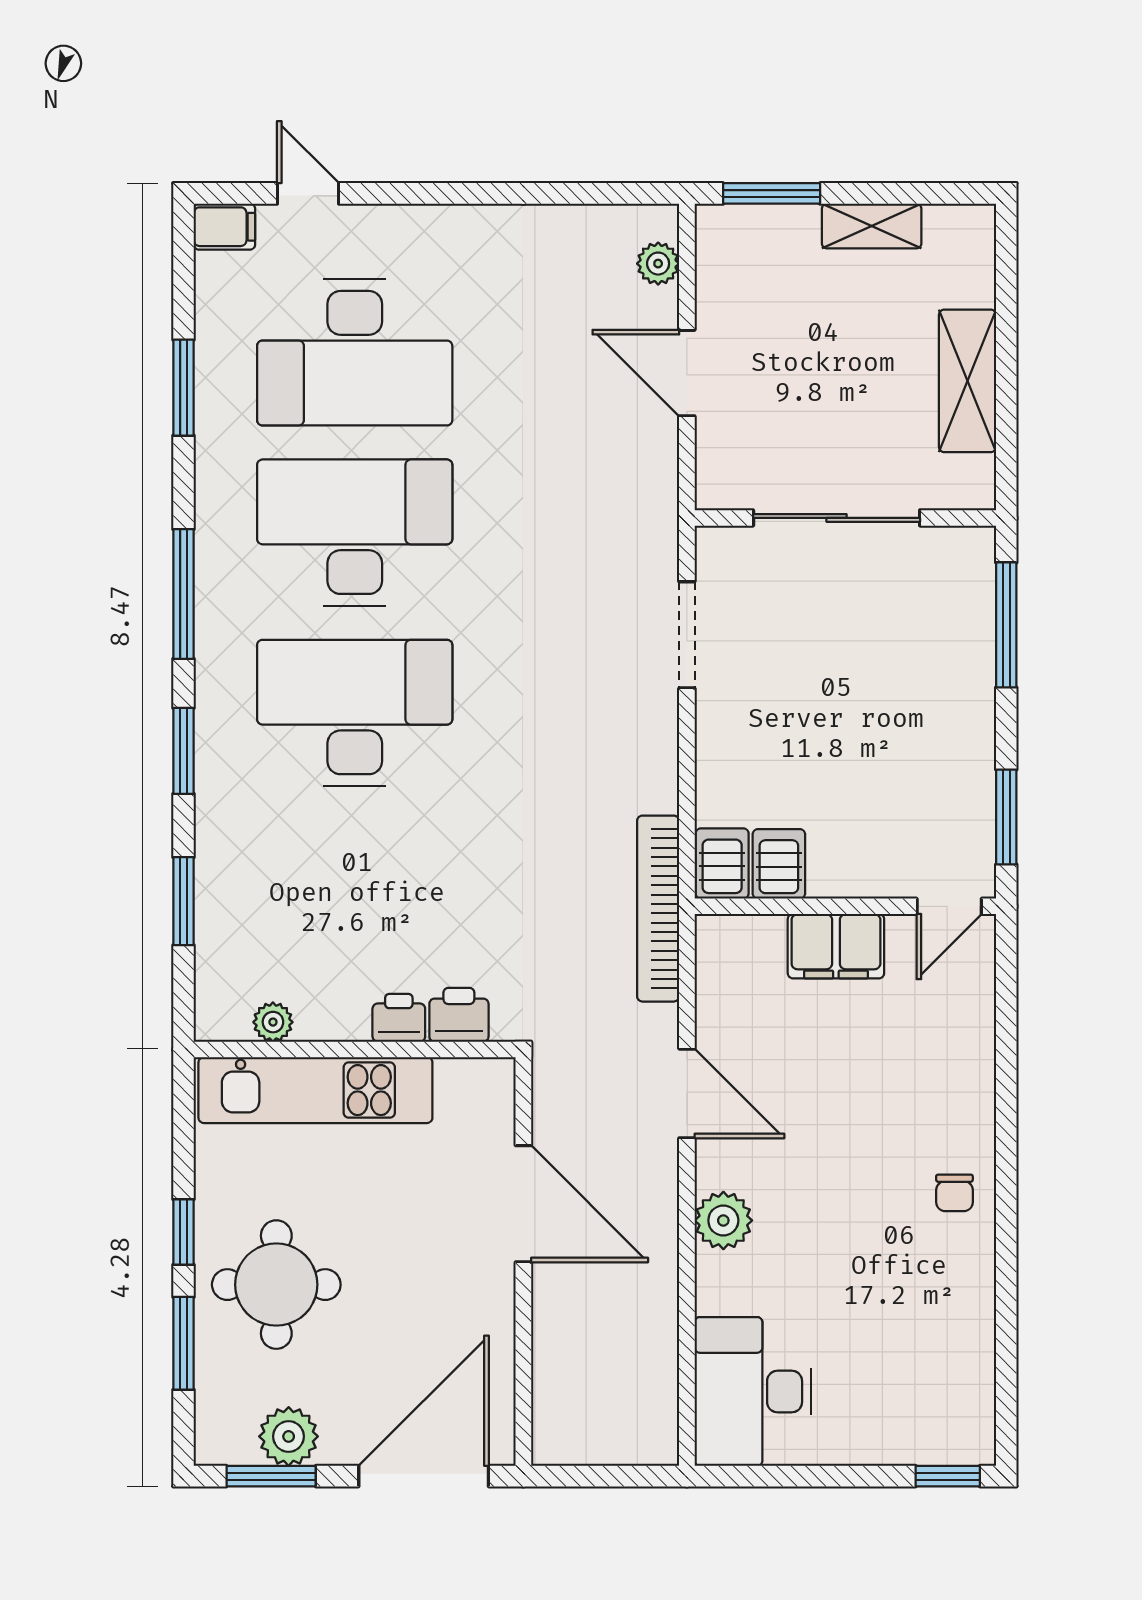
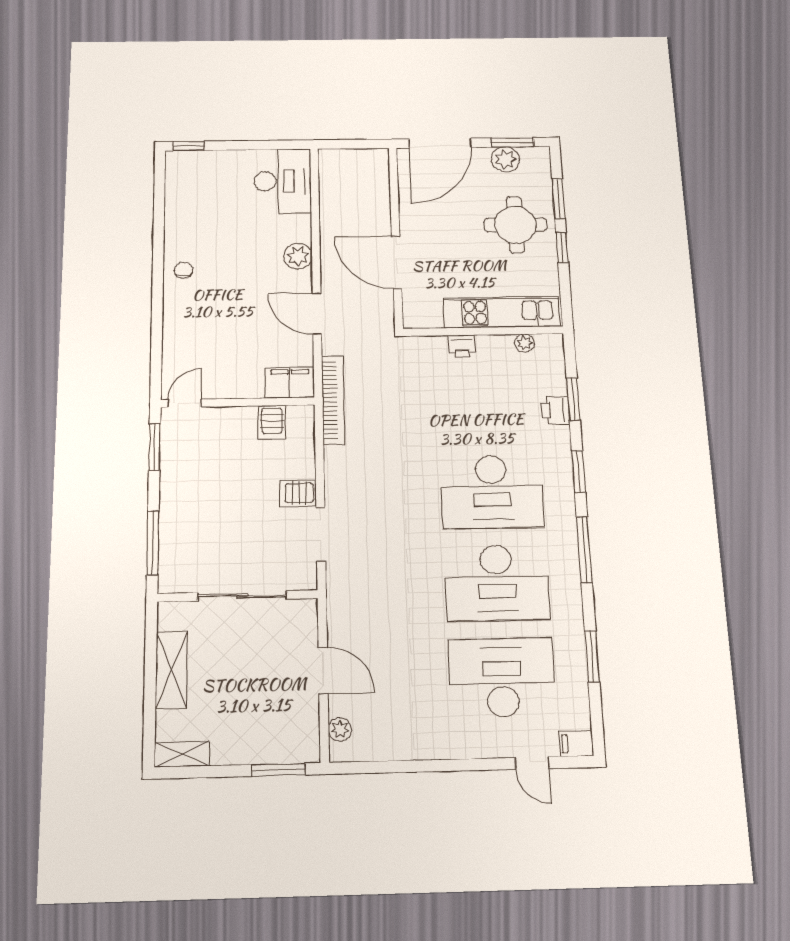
shelving: (872, 226) -> (182, 754), moved
server rack: (722, 864) -> (298, 493), moved, turned 90
filing cabinet: (836, 946) -> (290, 383), moved
printer: (459, 1015) -> (555, 410), moved, turned 90

